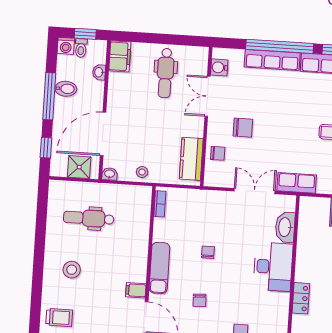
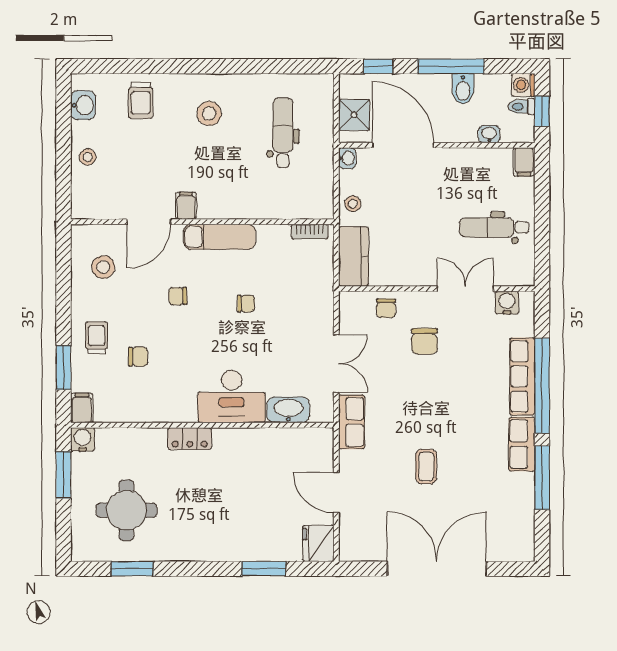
filing cabinet: (120, 56) -> (524, 162), width x0.50
kitchen counter: (191, 159) -> (353, 256), moved, turned 90

